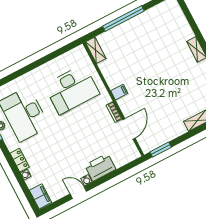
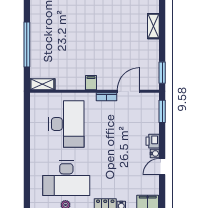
door: (129, 129) -> (129, 91), hinge flipped
printer: (100, 167) -> (153, 141), width x0.53, depth x0.68
window: (127, 167) -> (162, 111), added

